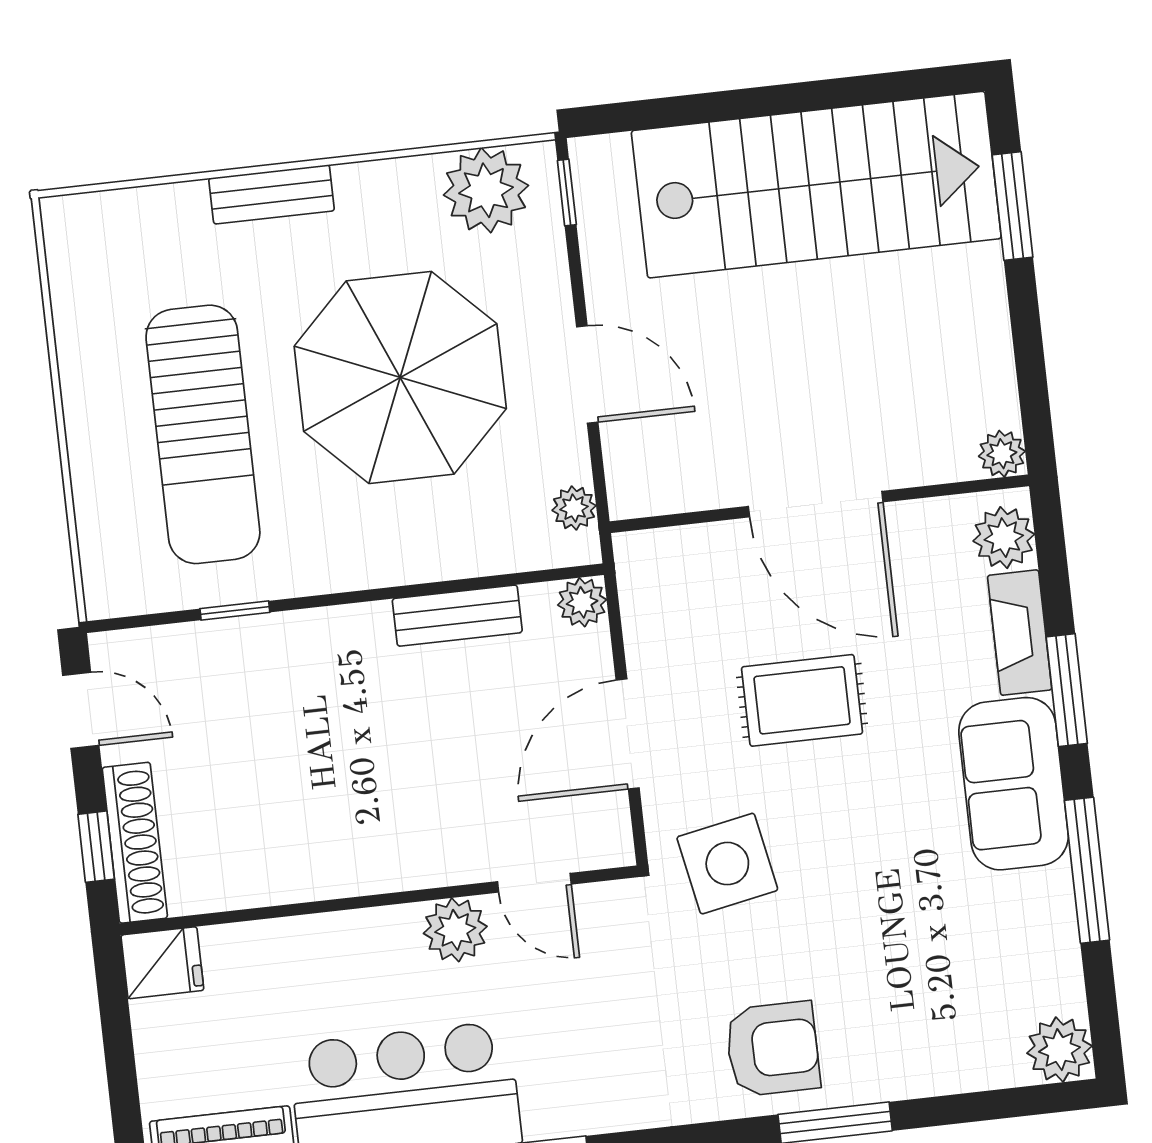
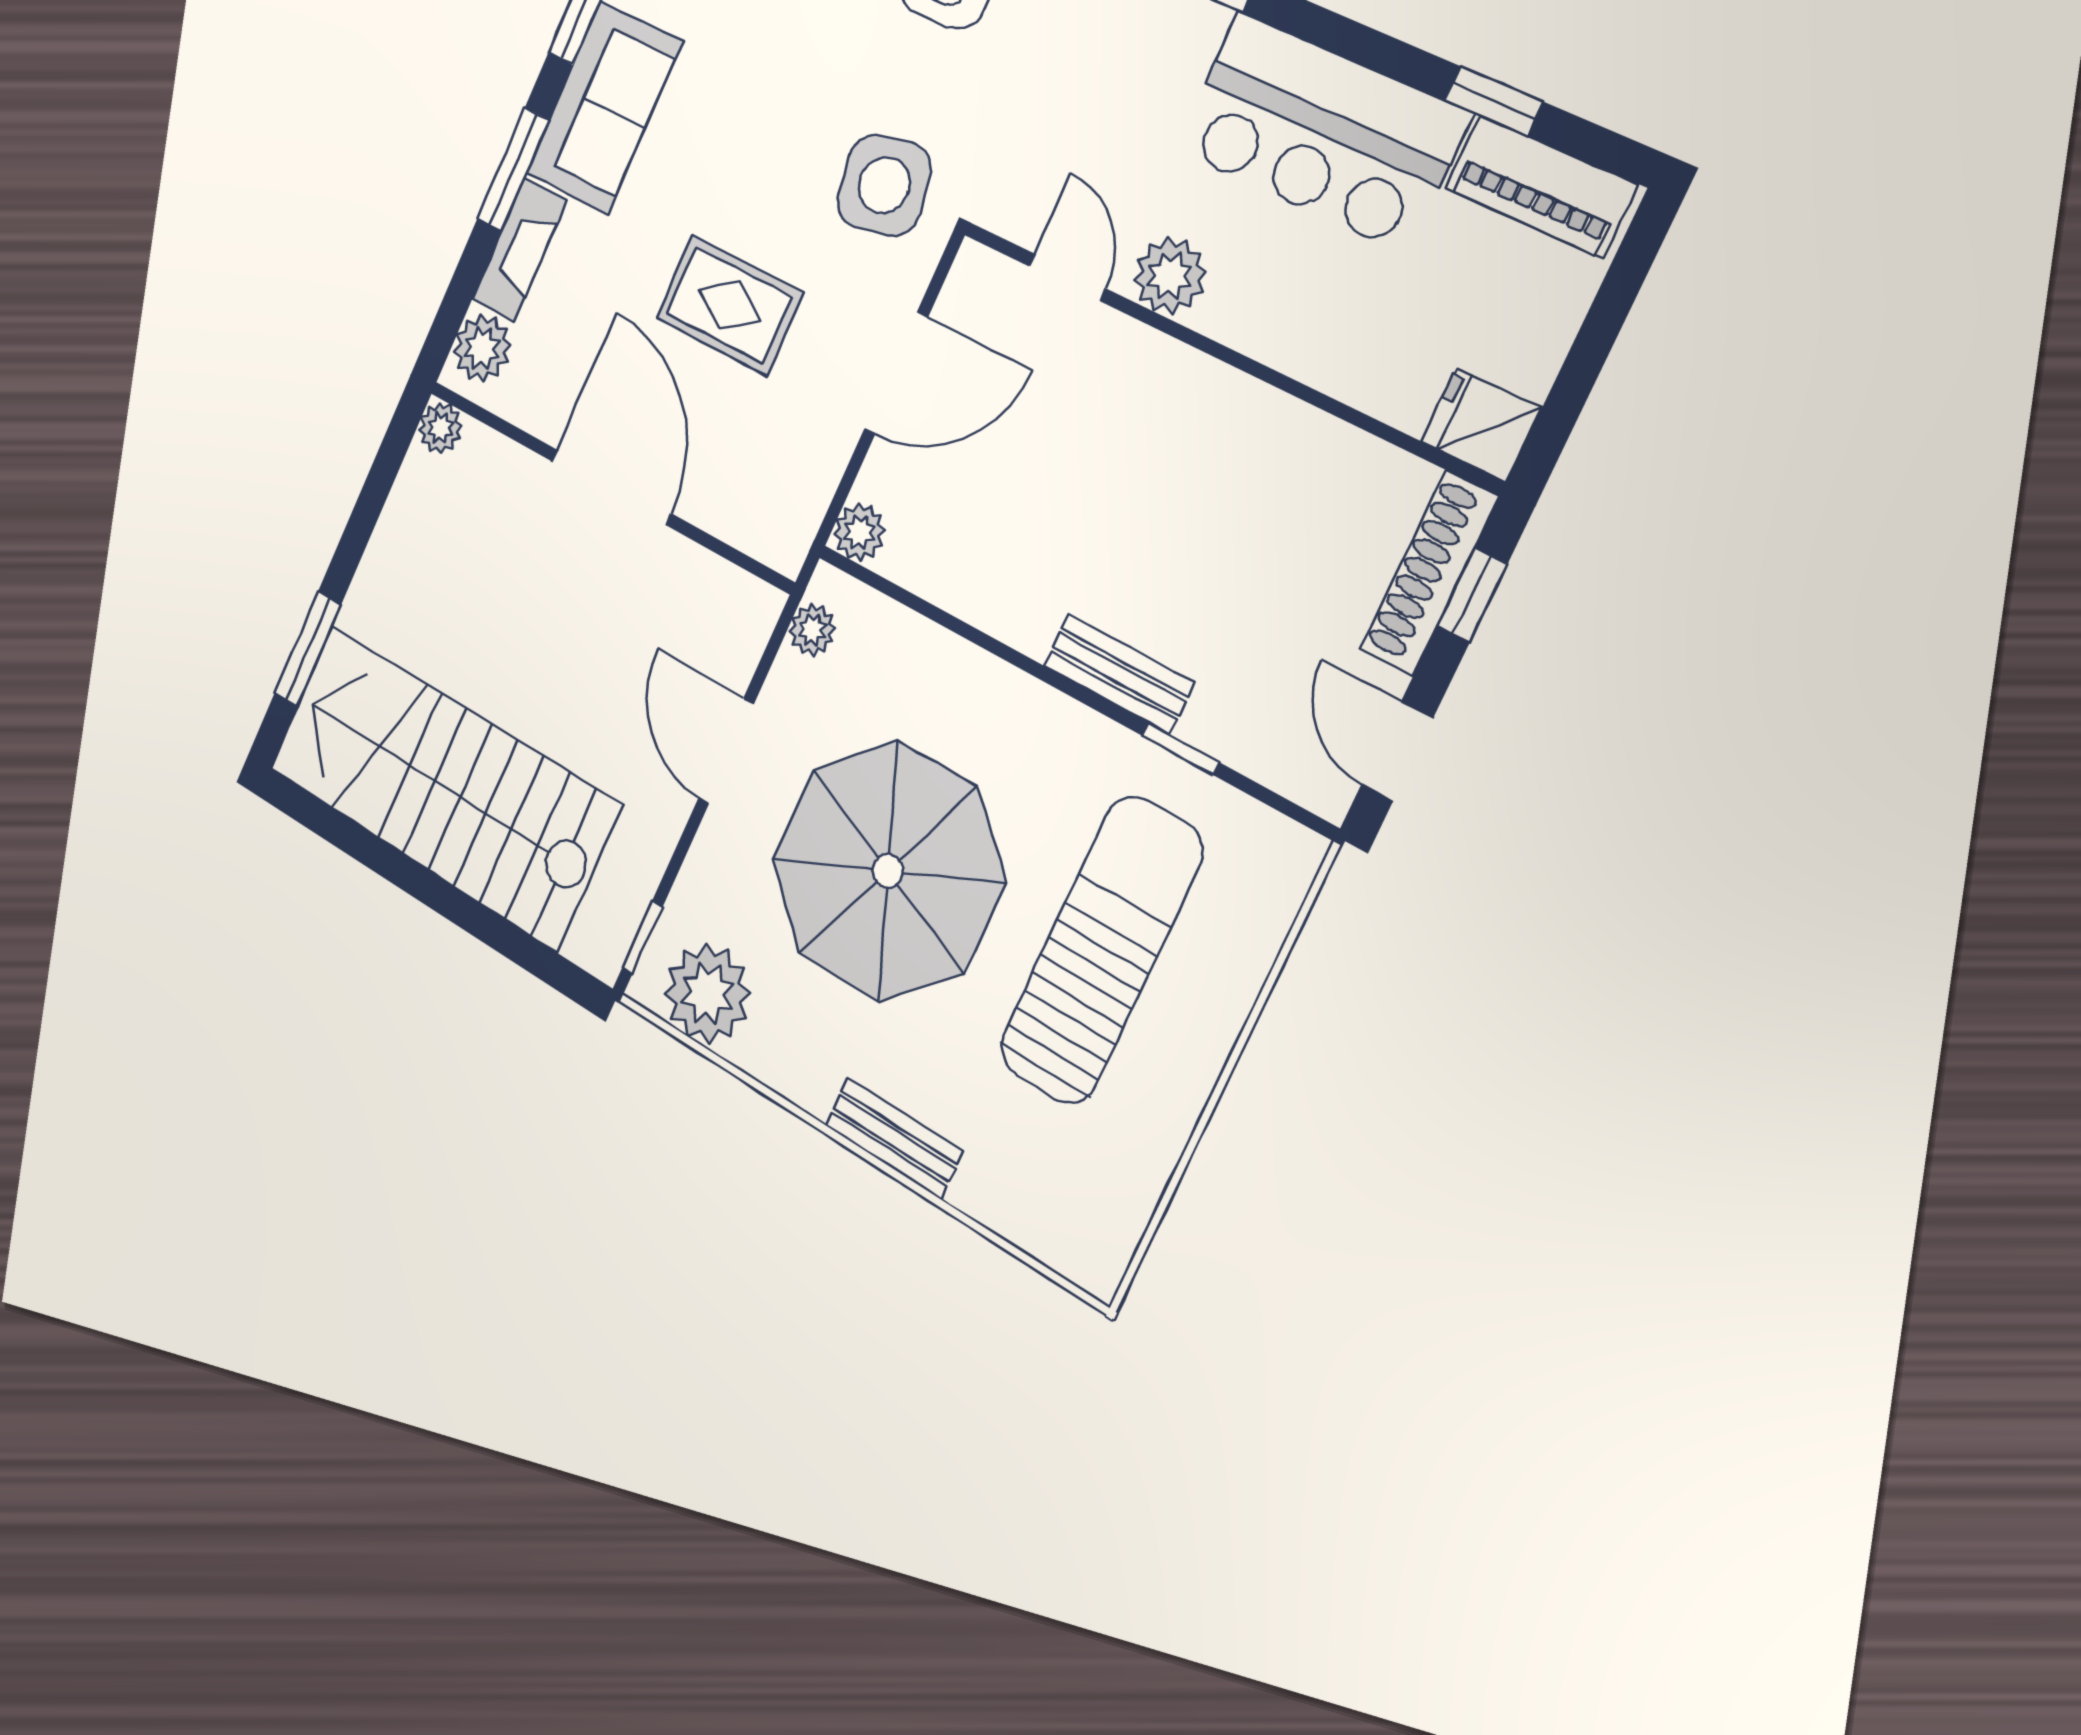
bench: (457, 616) -> (1119, 674), moved

